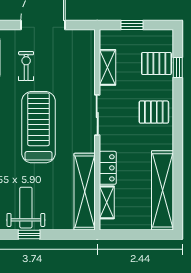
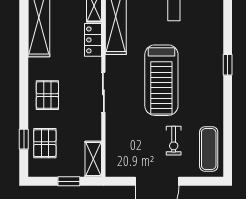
pallet: (156, 63) -> (45, 143), turned 90
shelving: (107, 67) -> (93, 159), moved
pallet: (154, 112) -> (47, 95), turned 90

